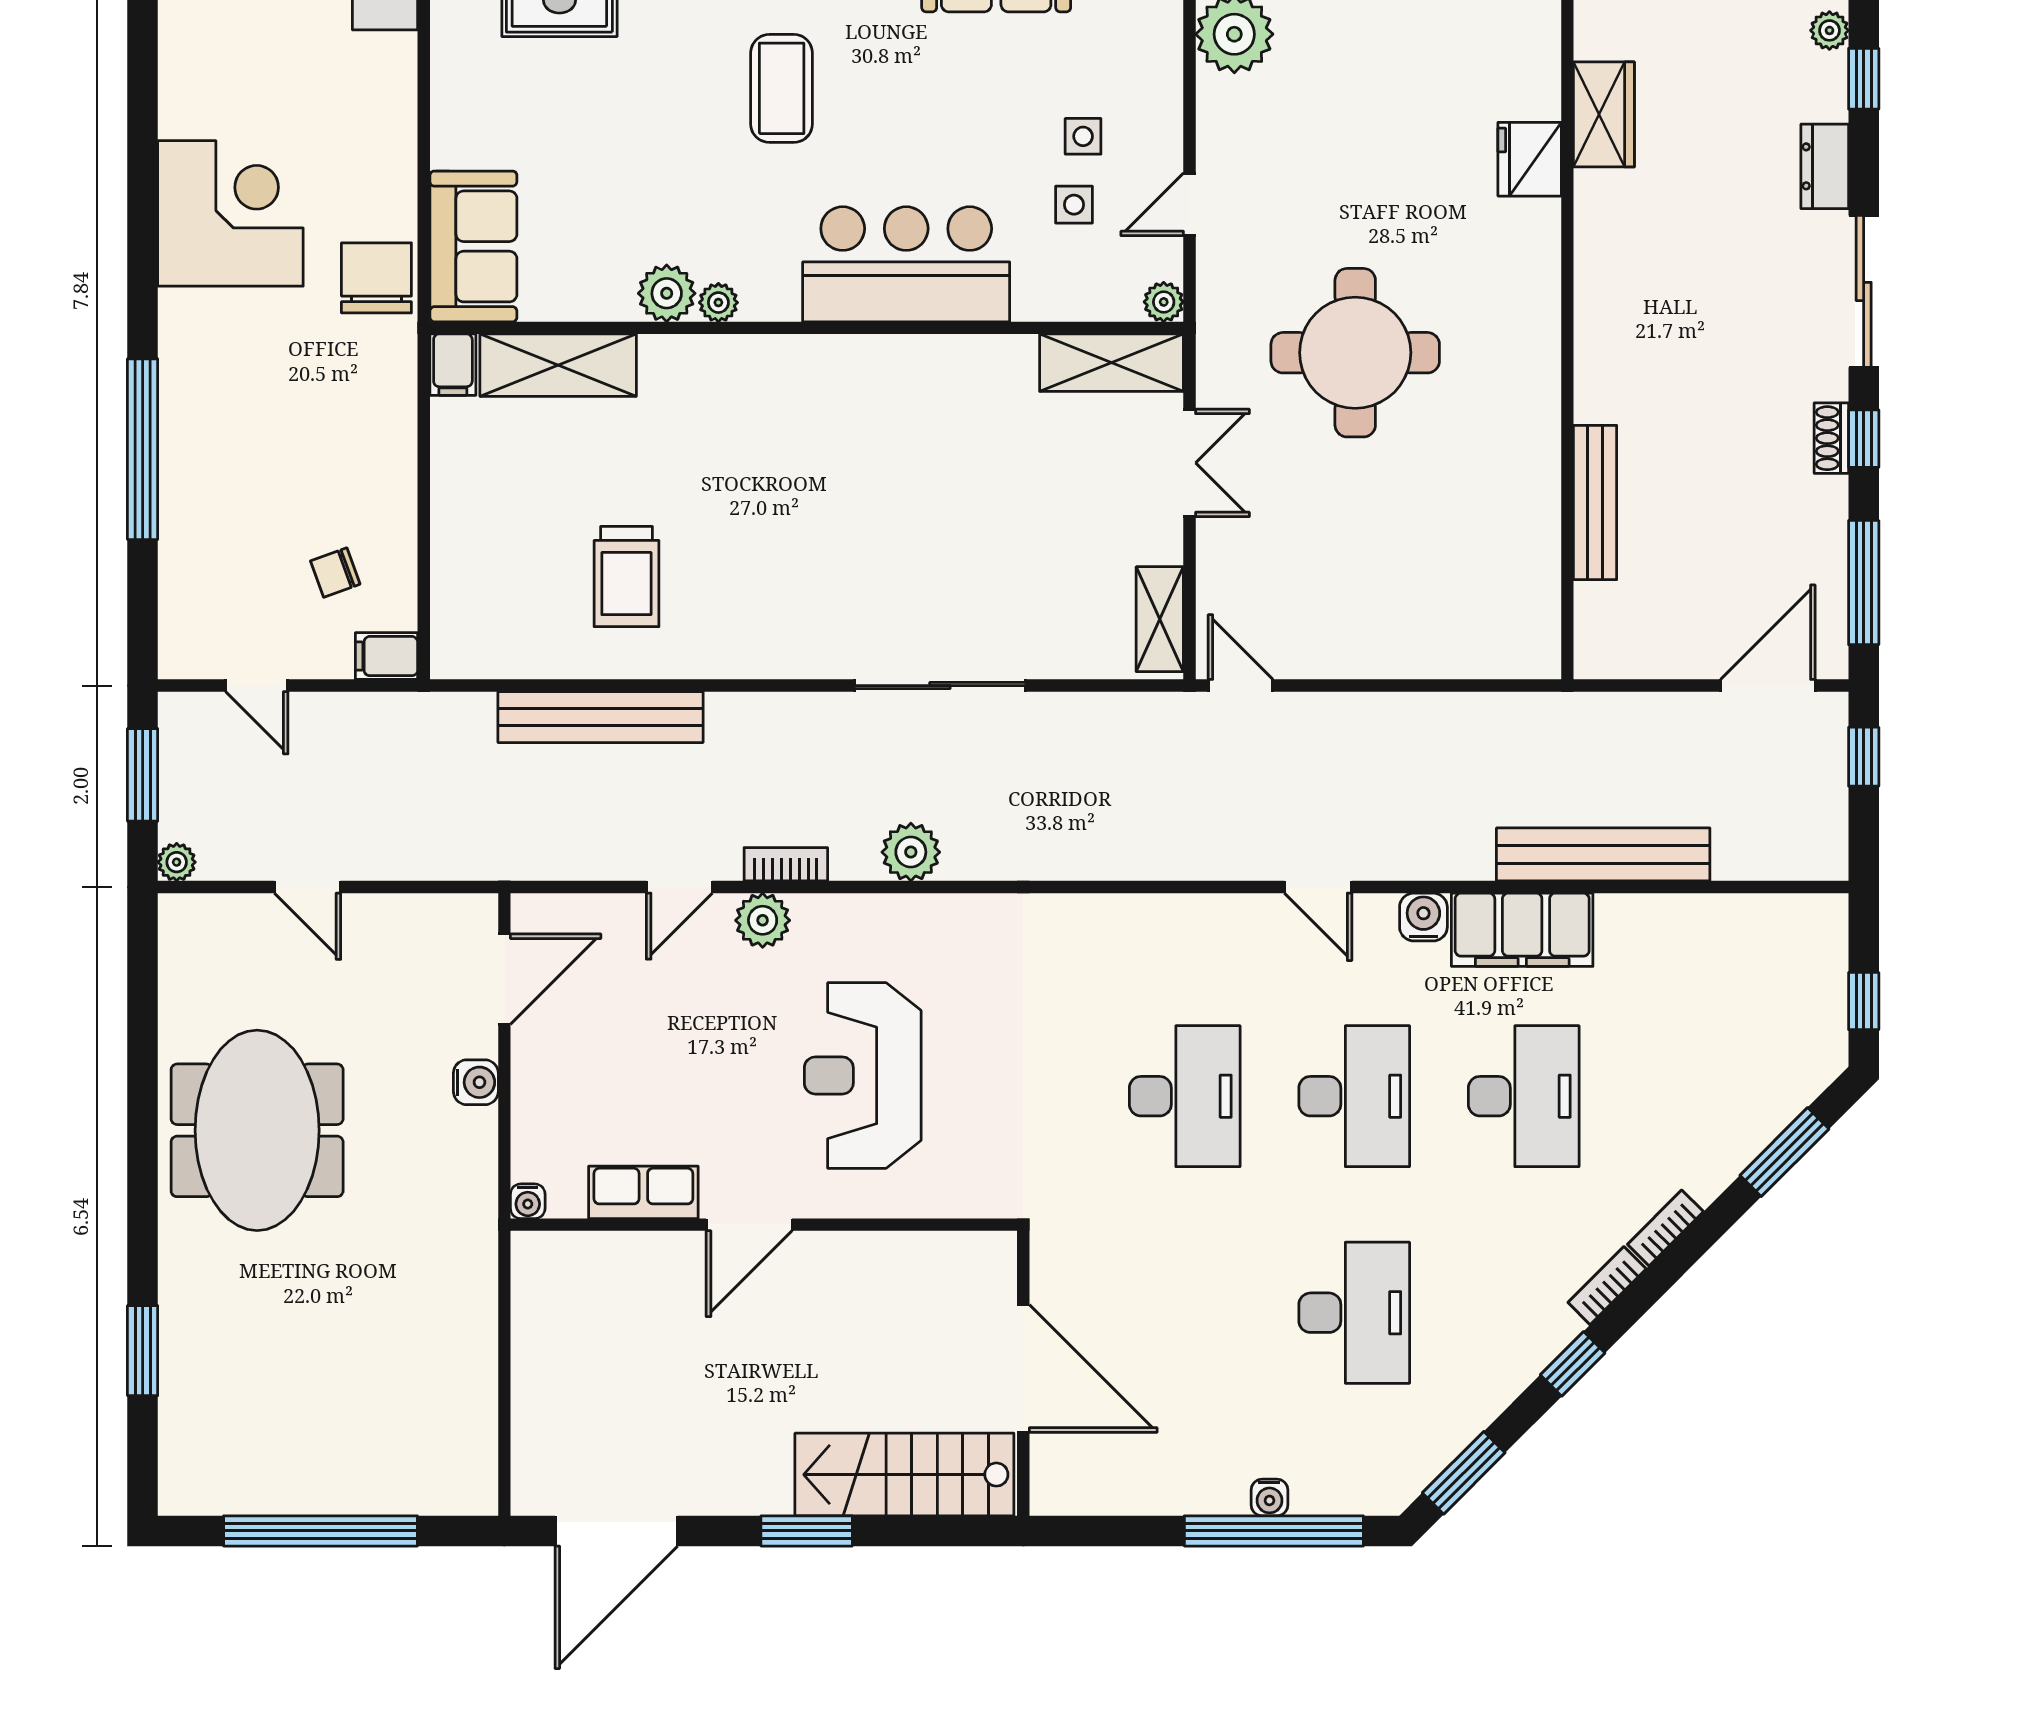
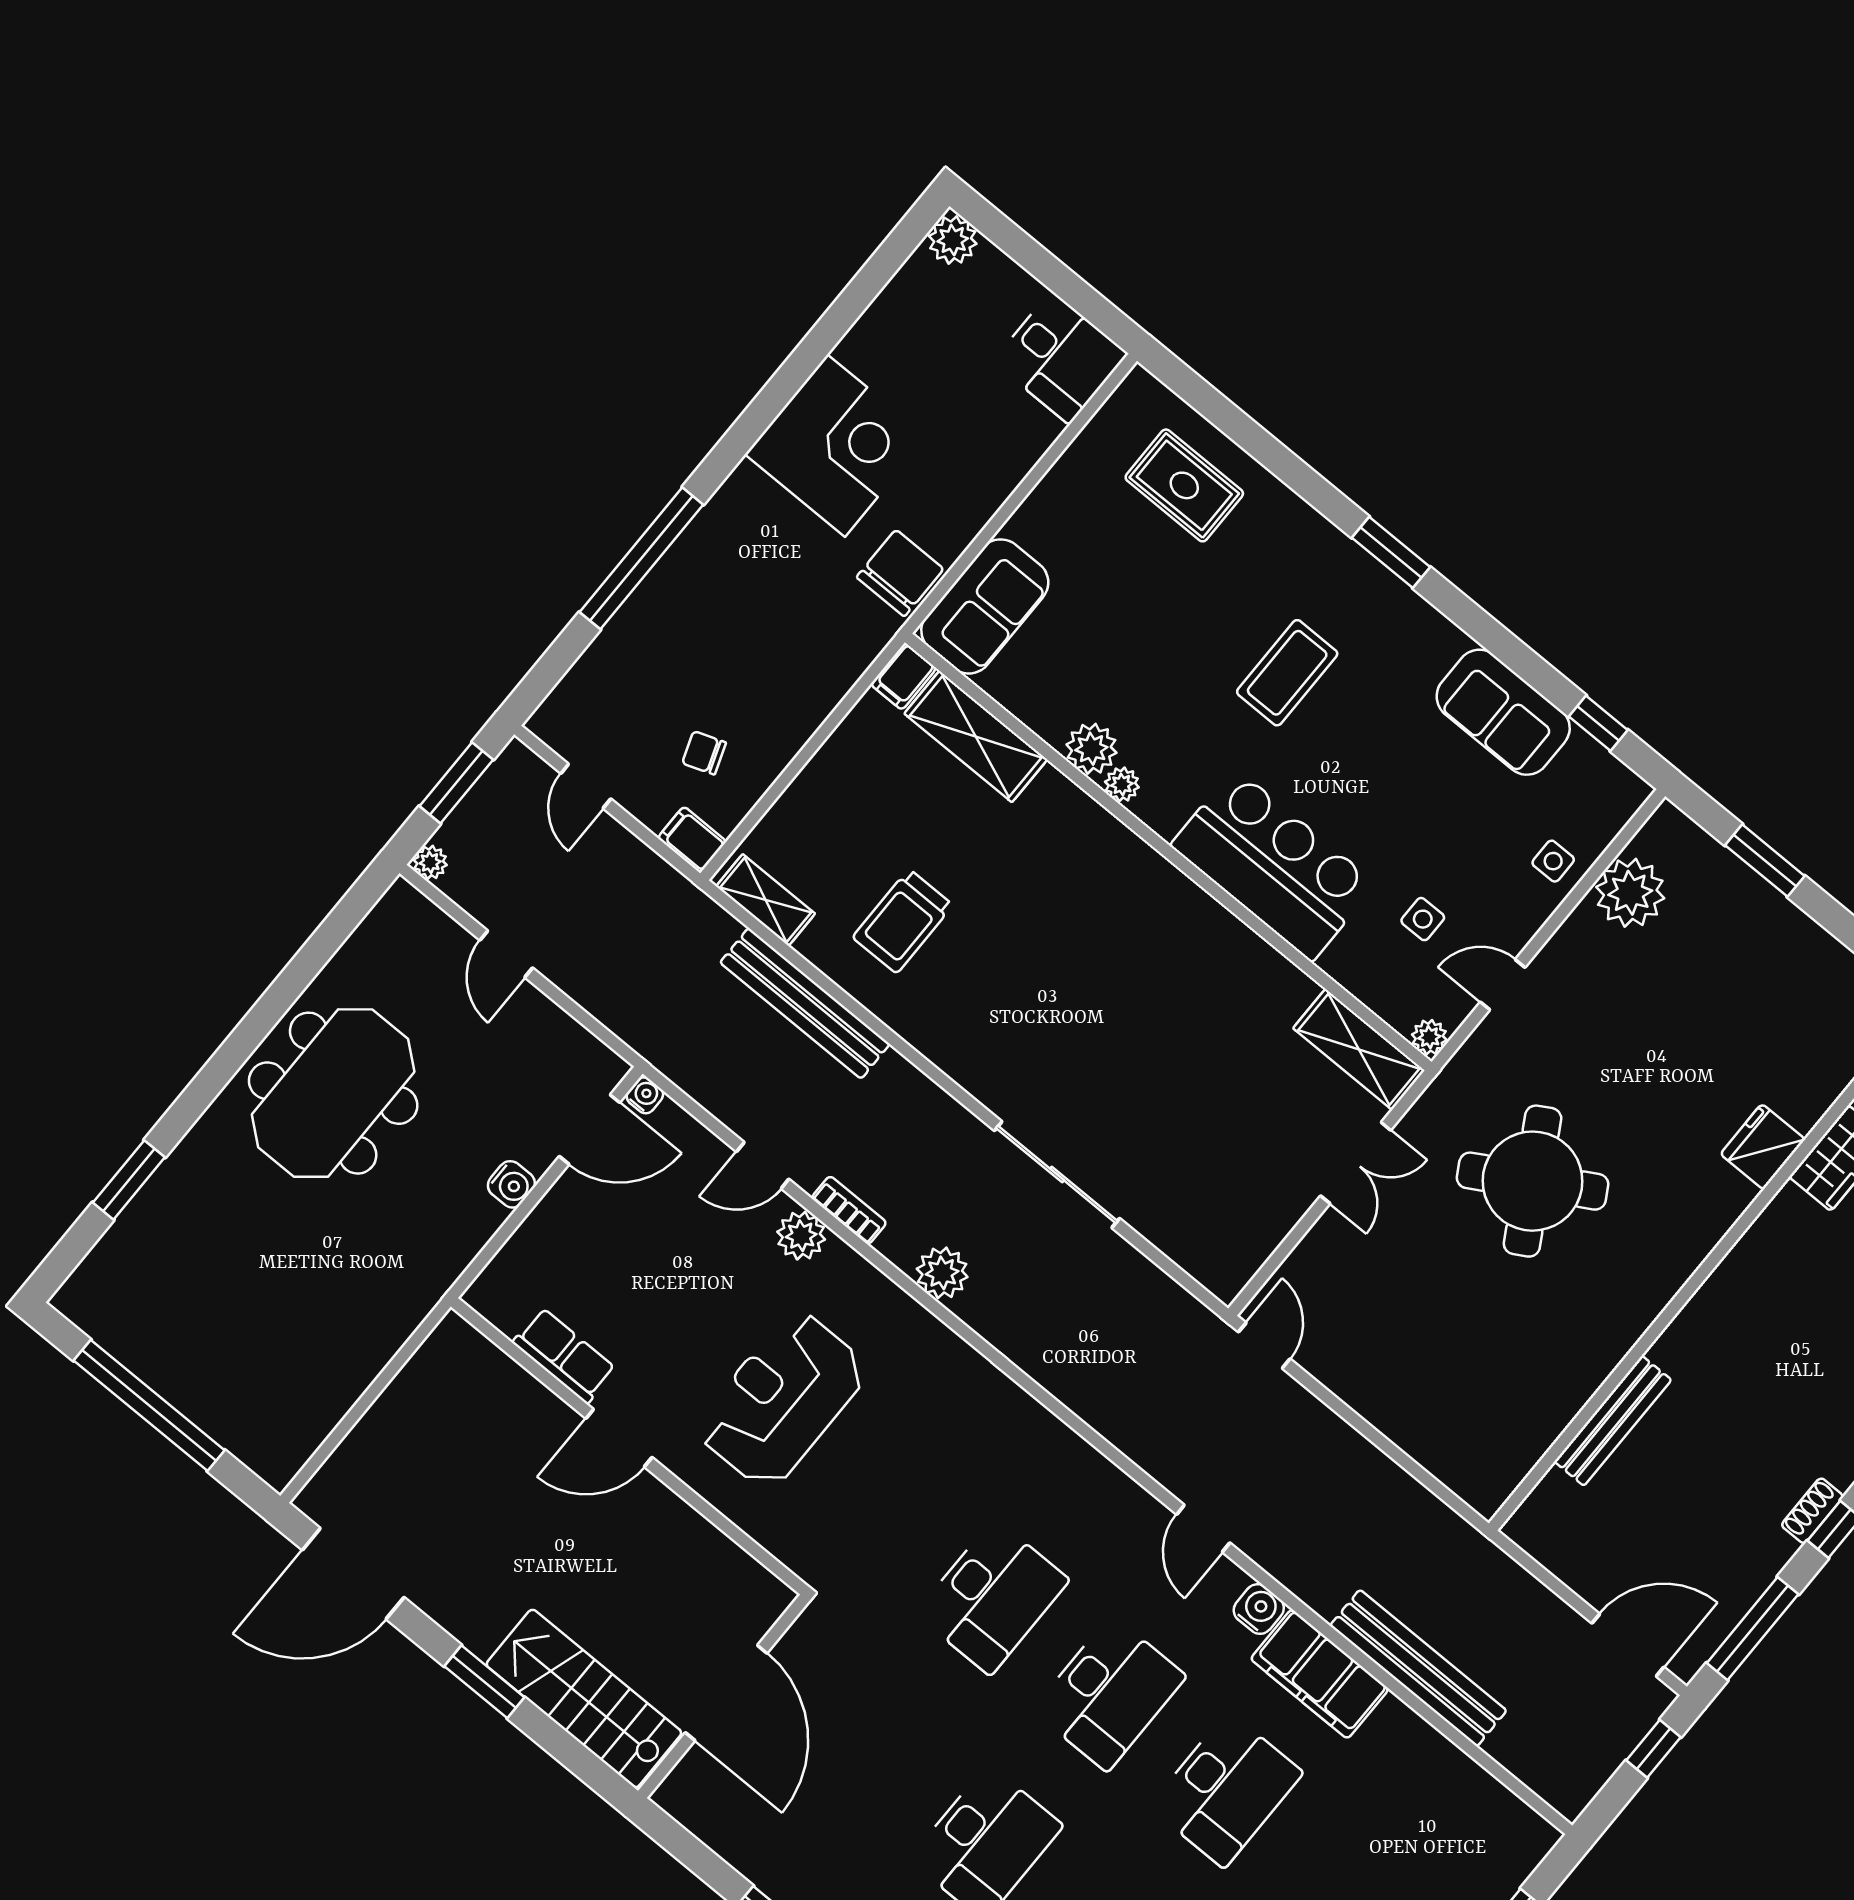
side table: (1083, 136) -> (1553, 861), moved
round table: (1355, 353) -> (1533, 1181), turned -30
shelving: (1160, 619) -> (766, 900), moved, turned 90
water cooler: (528, 1201) -> (645, 1095), moved, turned 180

